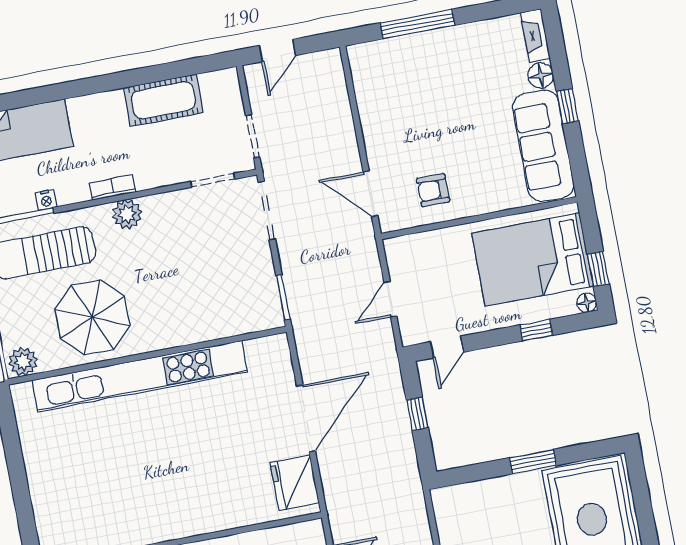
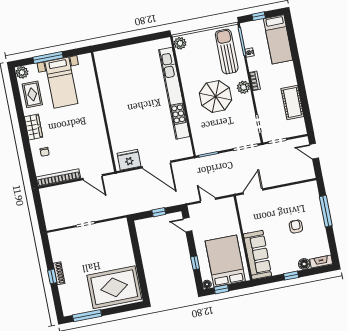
sofa: (543, 146) -> (257, 255), moved, turned 90
armchair: (433, 190) -> (296, 227), moved
parasol: (92, 317) -> (215, 97), moved
window: (533, 462) -> (139, 262), removed

